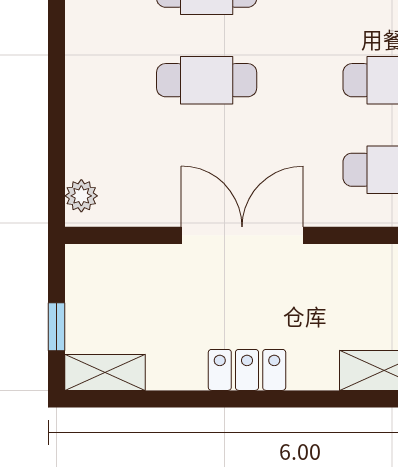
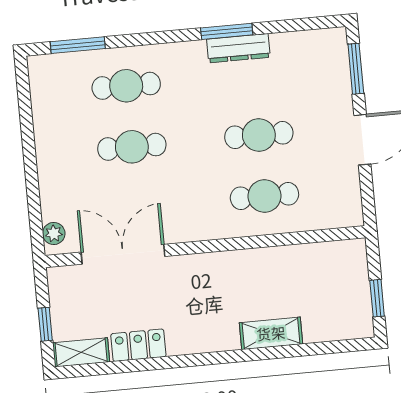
double door: (242, 235) -> (123, 254), moved
locker: (247, 370) -> (138, 345), moved

